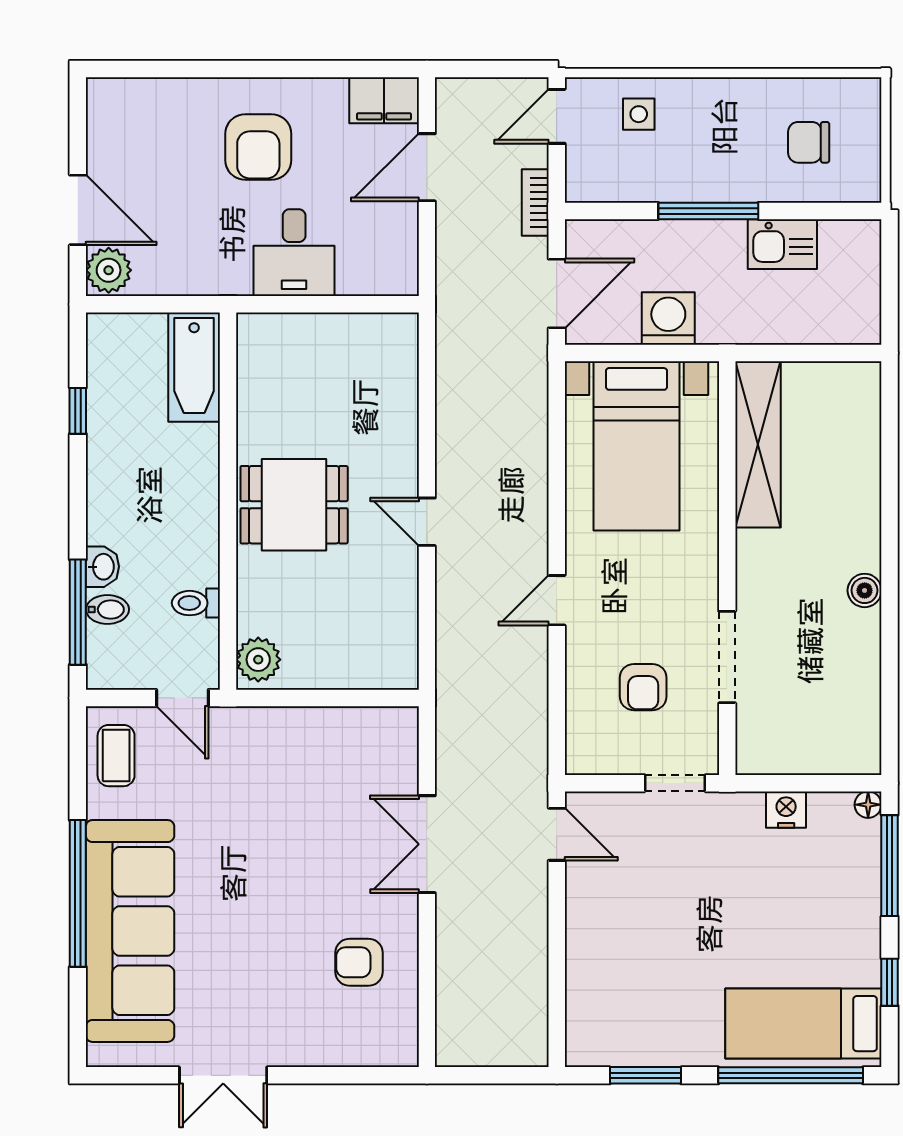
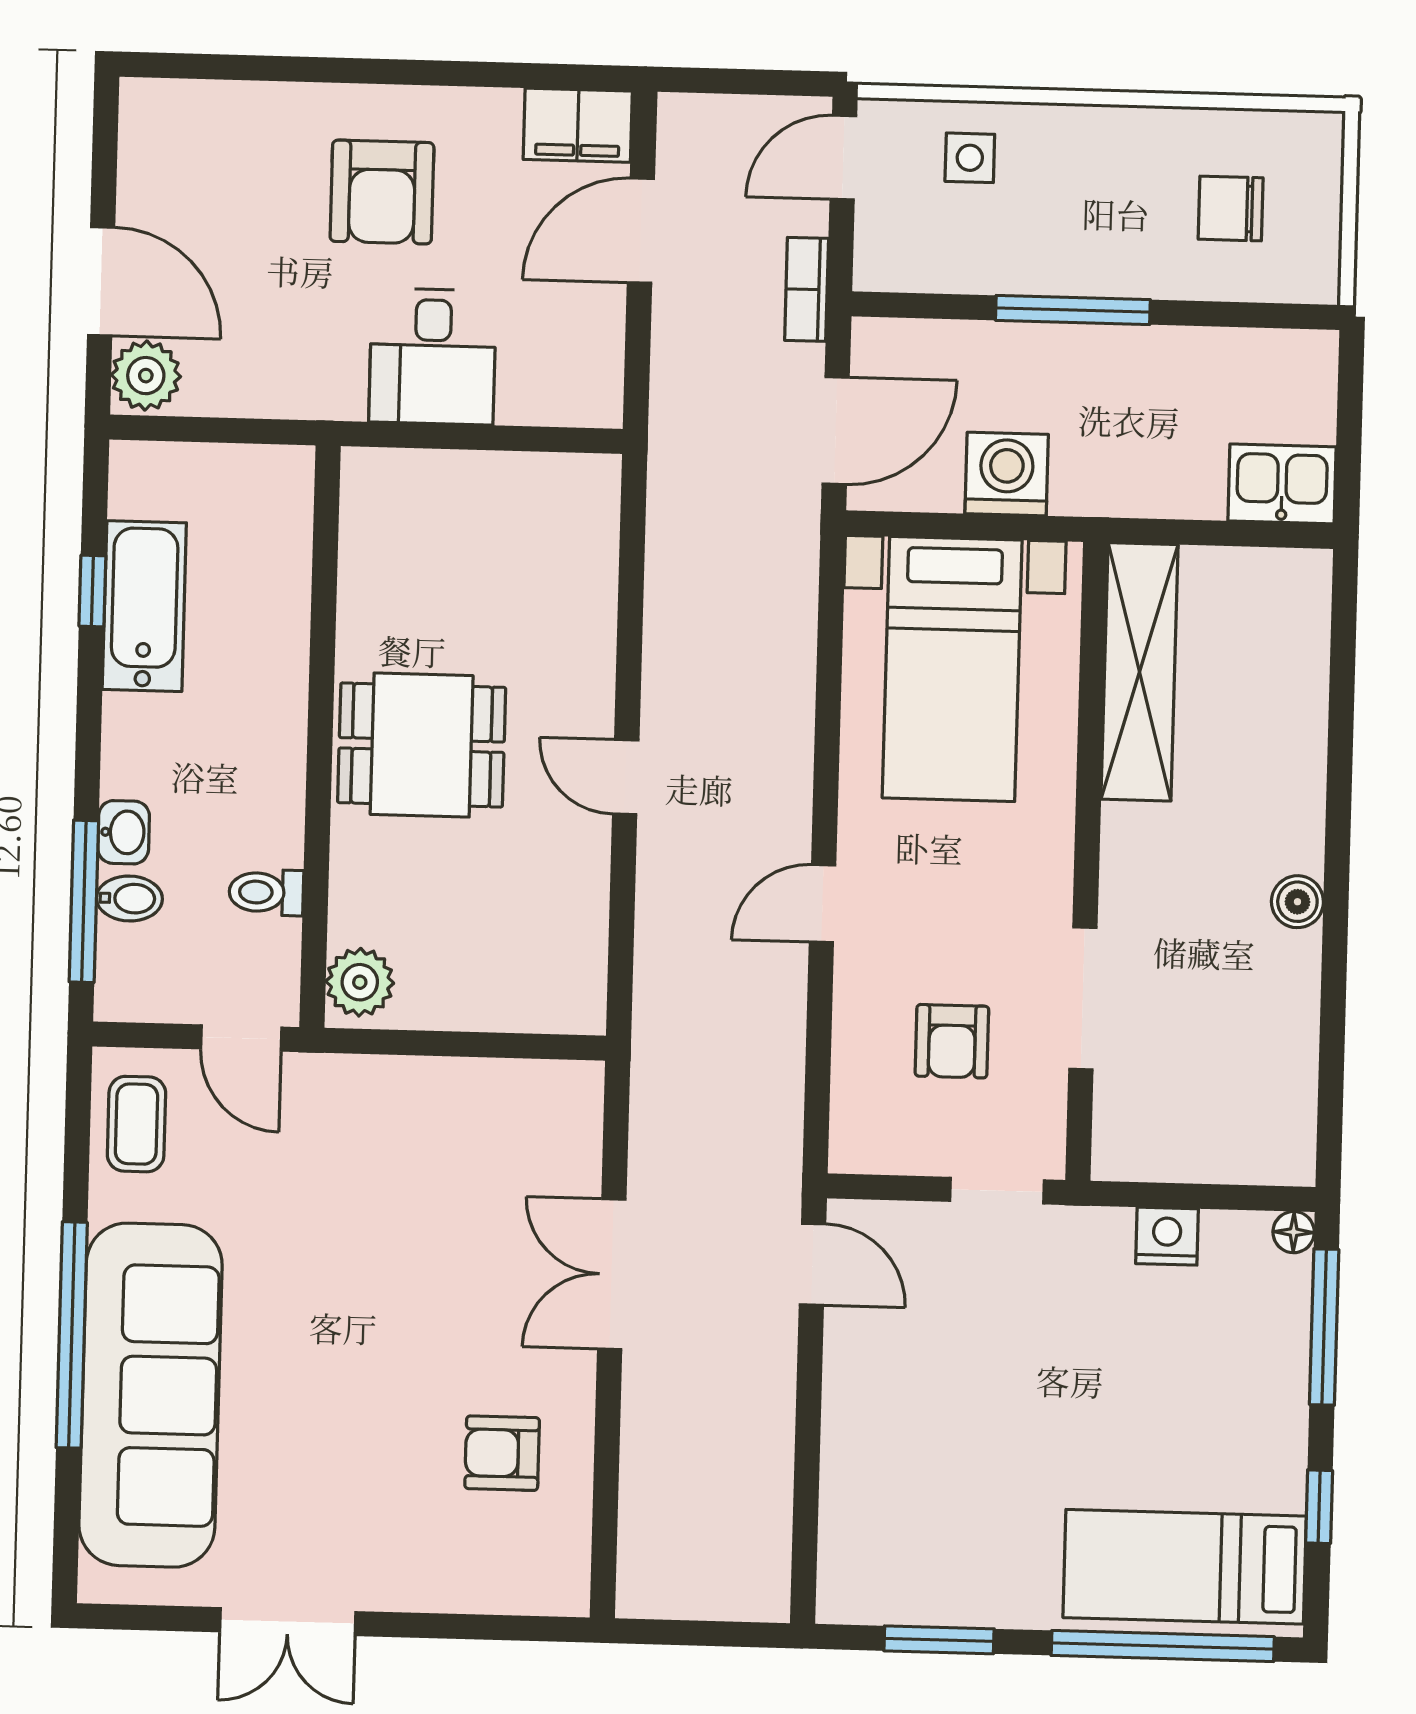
kitchen sink: (782, 244) -> (1282, 484), moved, turned 180
bathtub: (194, 367) -> (144, 606), moved, turned 180

